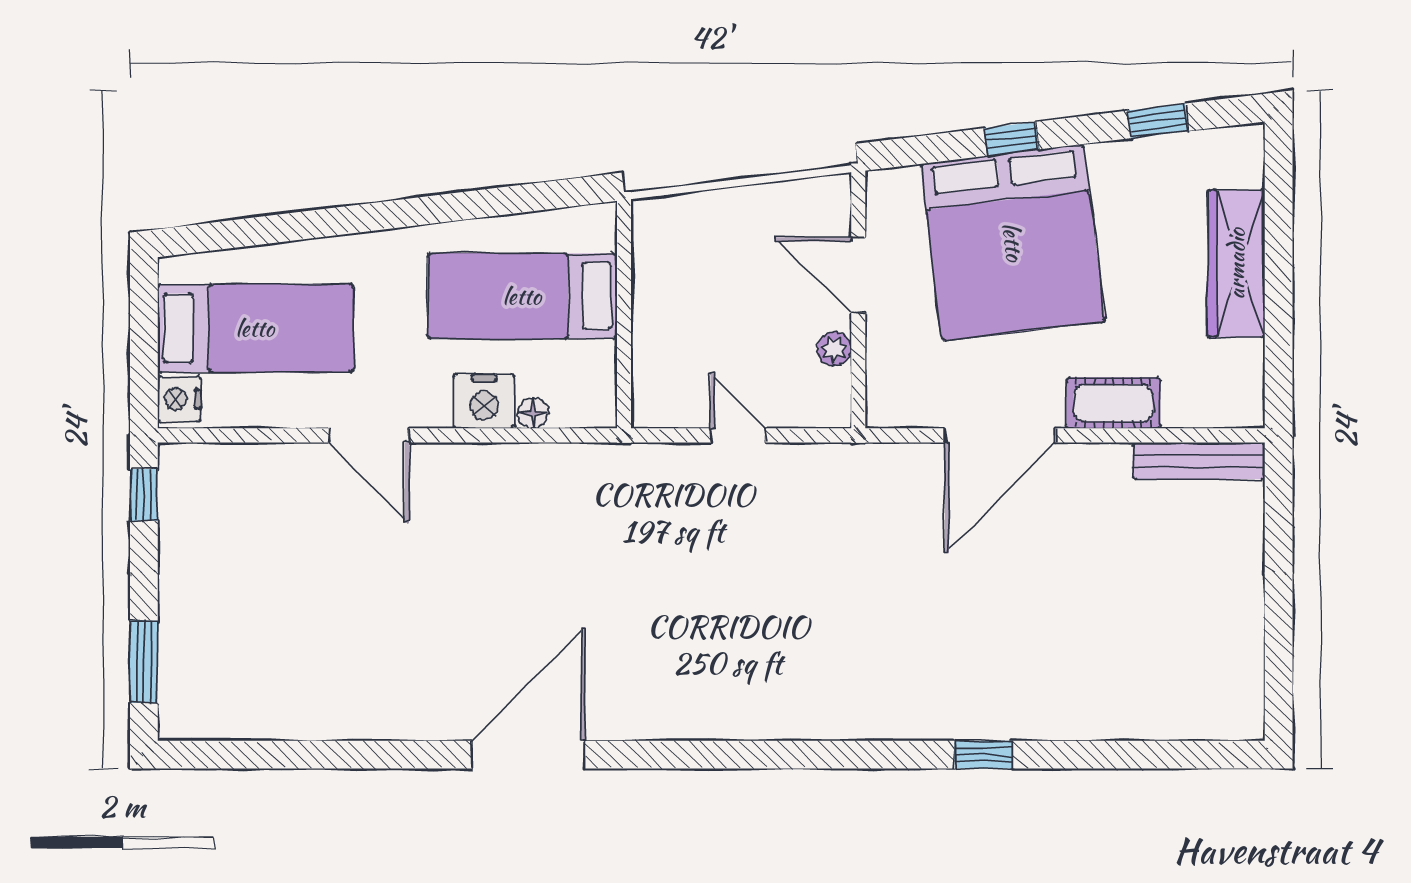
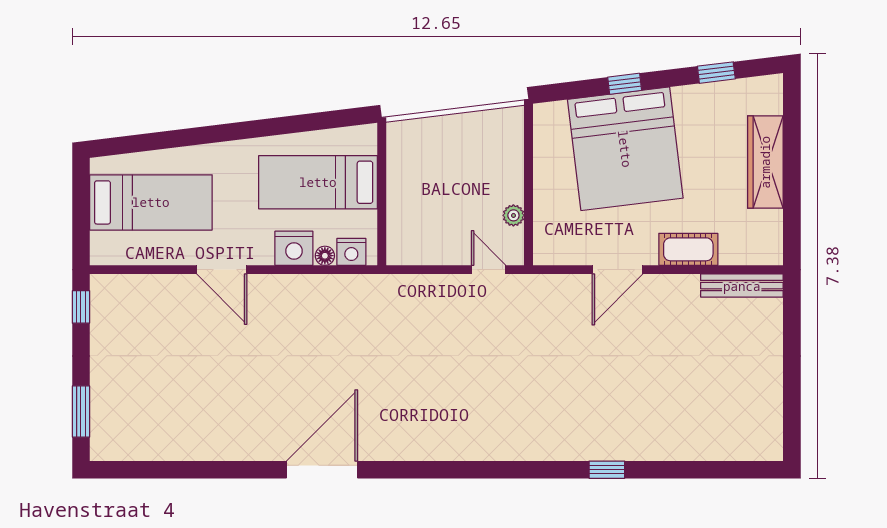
door: (858, 275) -> (529, 169), removed
nightstand: (179, 399) -> (351, 252), moved, turned -90
door: (738, 435) -> (489, 270), moved
door: (1000, 435) -> (617, 270), width x0.73

